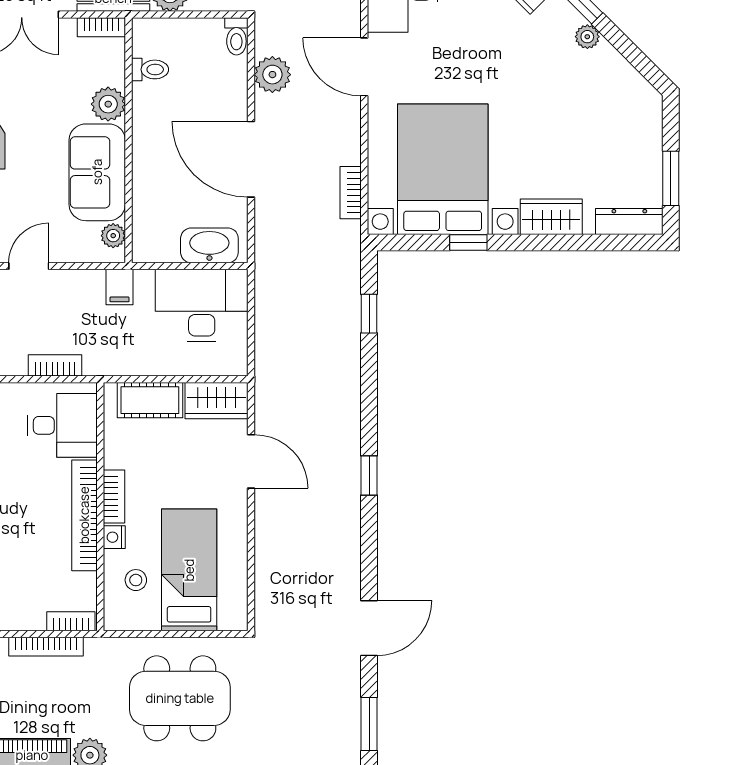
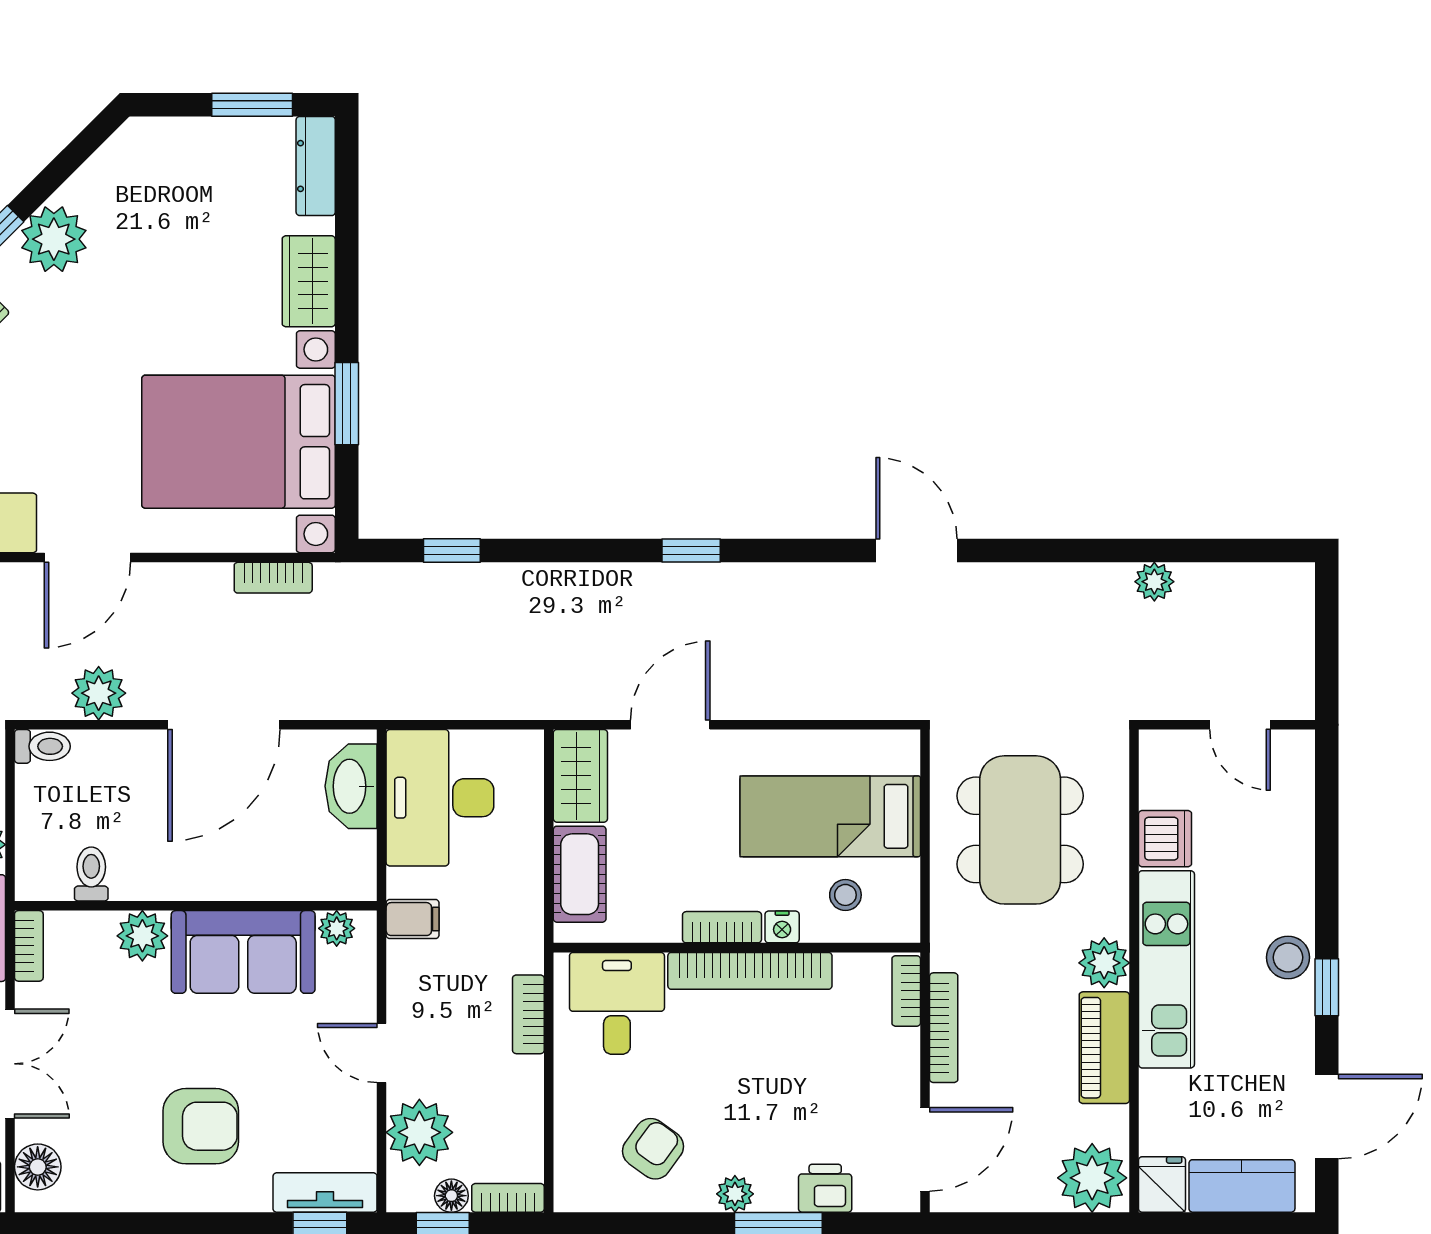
plant: (587, 37) -> (54, 239), width x1.87, depth x1.87
window: (468, 242) -> (347, 404), width x1.50
window: (369, 724) -> (1058, 551), removed

